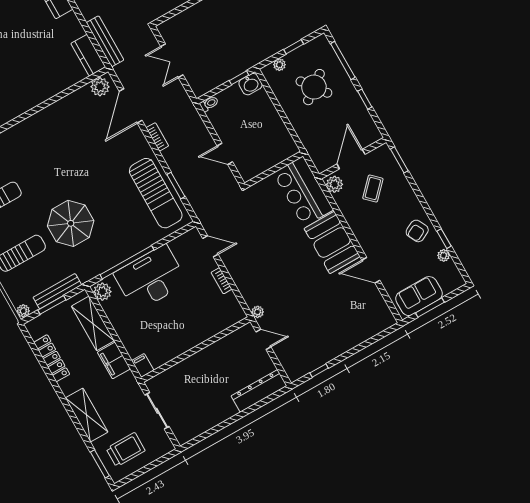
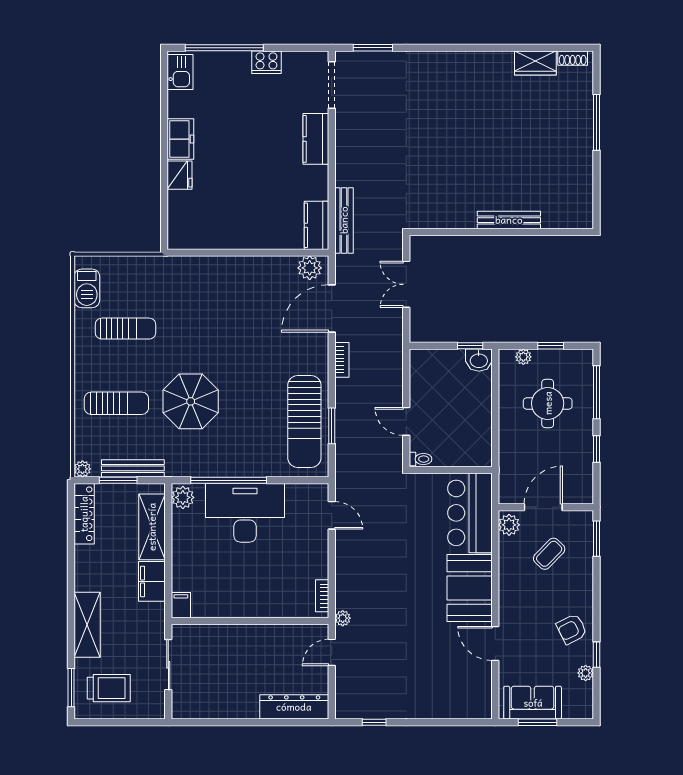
round table: (314, 87) -> (548, 403), turned 37
toilet: (209, 104) -> (421, 459), moved
bookcase: (221, 281) -> (322, 596), moved
door: (263, 339) -> (332, 652), swing flipped
locker: (52, 358) -> (84, 514), moved

